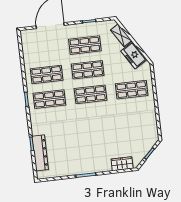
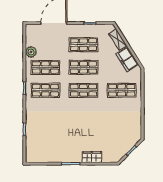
plant: (29, 60) -> (31, 52), added
dresser: (40, 153) -> (31, 139), removed
wardrobe: (122, 164) -> (92, 157), moved

